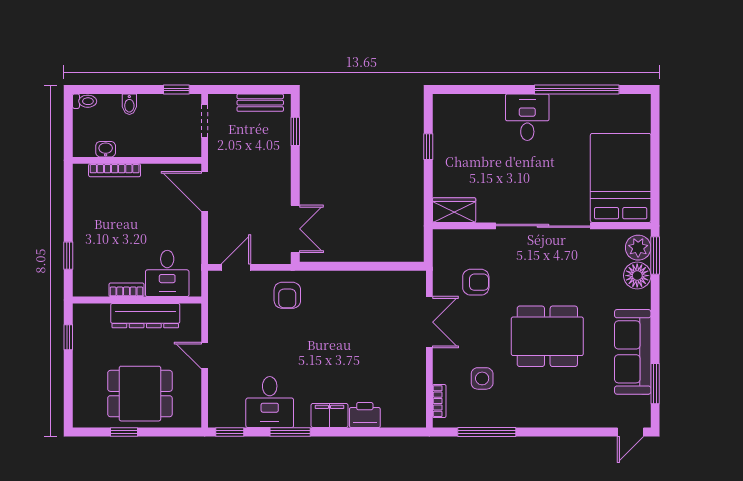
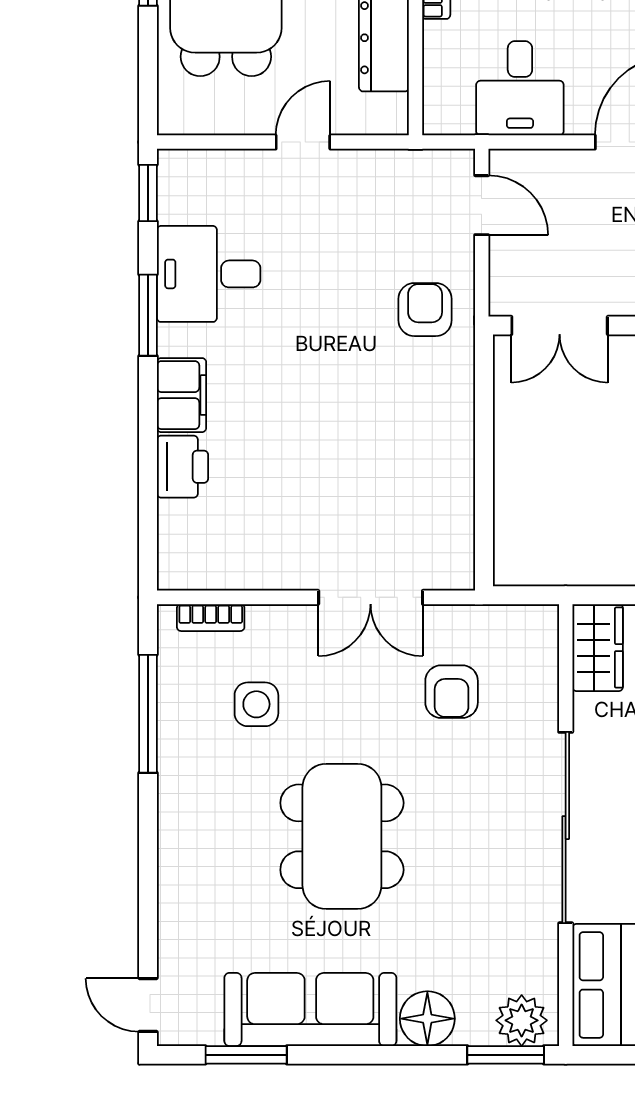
desk: (167, 273) -> (520, 88), moved, turned -90
floor lamp: (637, 276) -> (427, 1019), moved
armchair: (287, 295) -> (425, 310), turned 90

